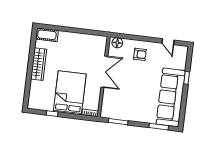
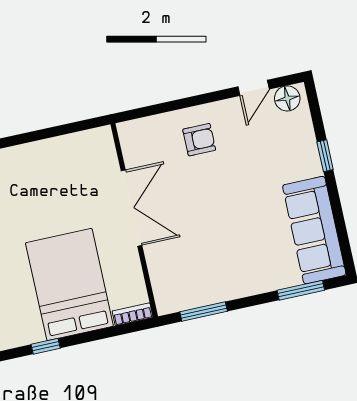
door: (168, 42) -> (254, 88), hinge flipped
floor lamp: (117, 43) -> (287, 98), moved
sofa: (171, 97) -> (314, 230), width x0.74, depth x0.79

